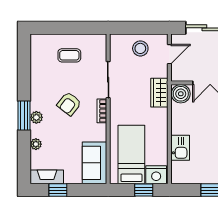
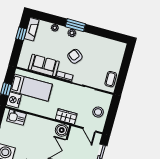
coffee table: (69, 55) -> (111, 79), moved
kitchen sink: (180, 148) -> (17, 117), moved
sofa: (95, 163) -> (44, 65), moved

